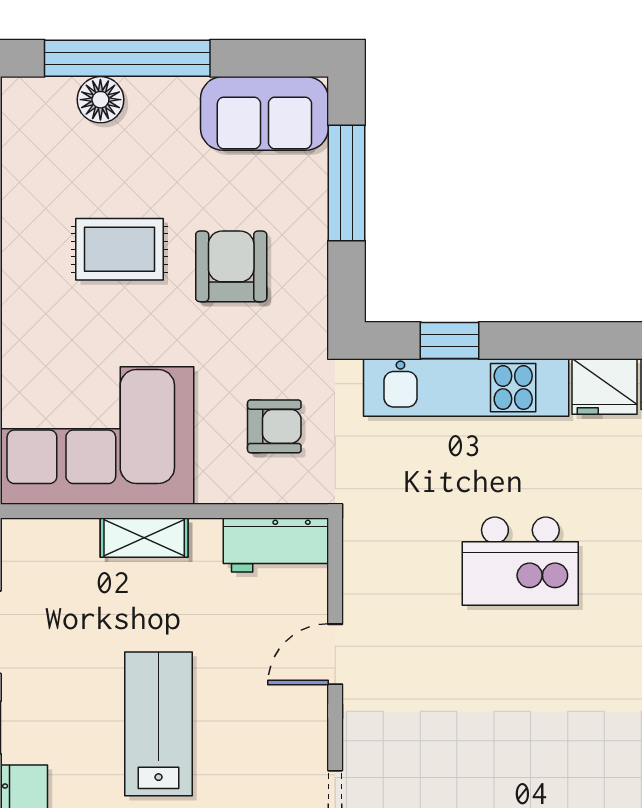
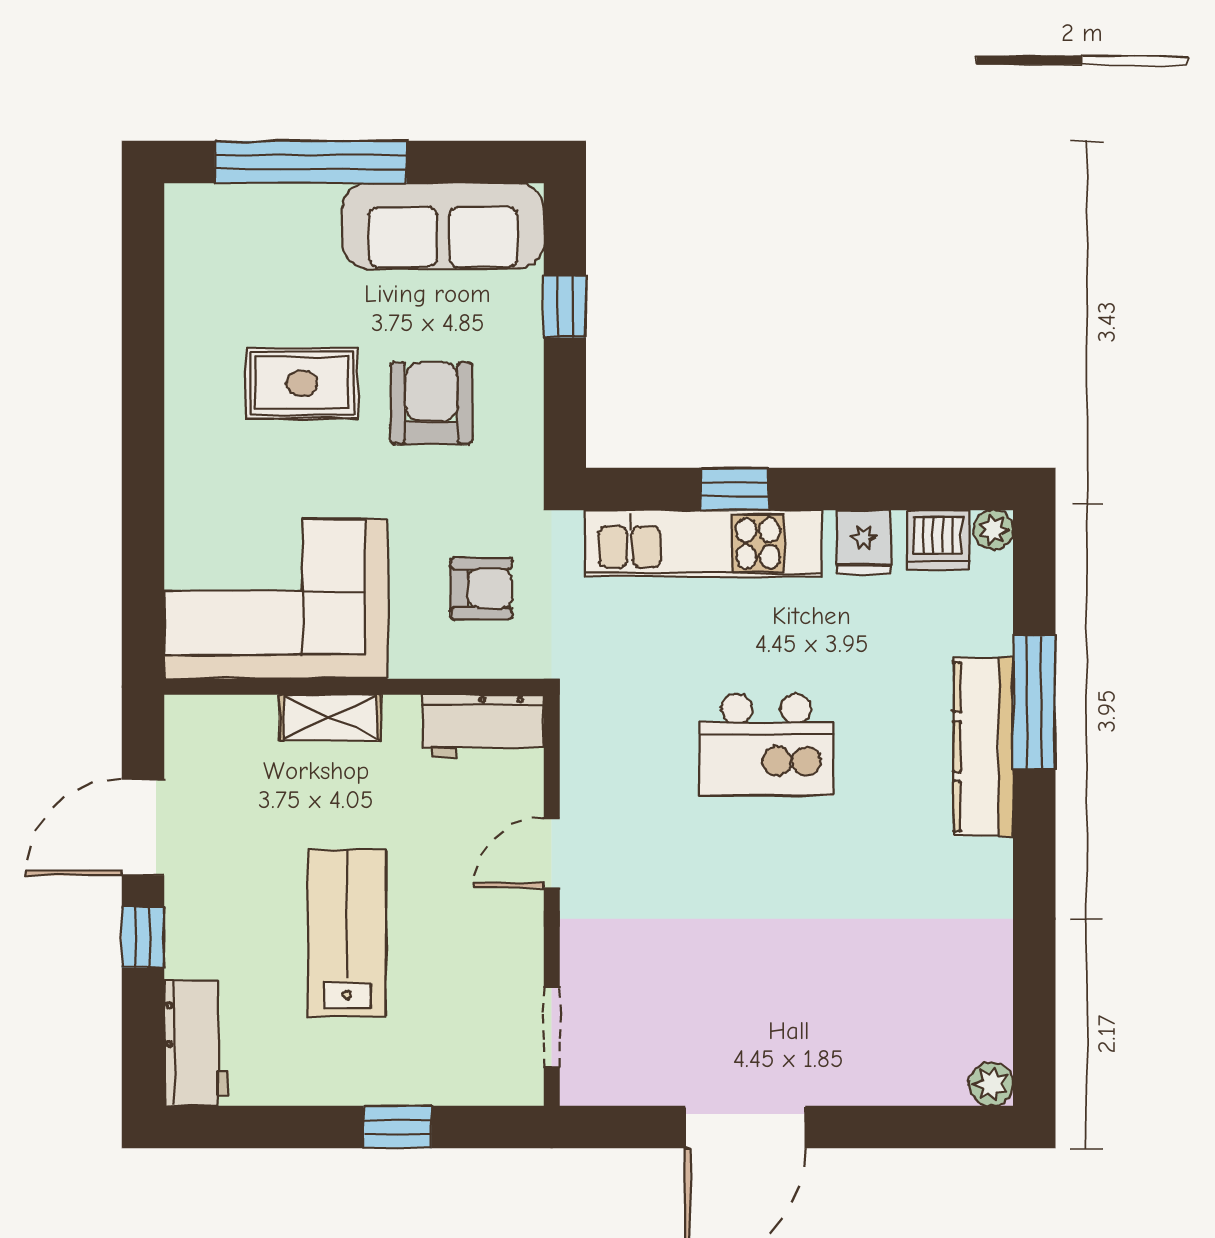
floor lamp: (100, 100) -> (280, 210), removed
sofa: (264, 113) -> (443, 226), width x1.36
window: (347, 183) -> (565, 307), width x0.46
window: (450, 340) -> (735, 489), moved
fridge: (604, 387) -> (864, 542), width x0.72

